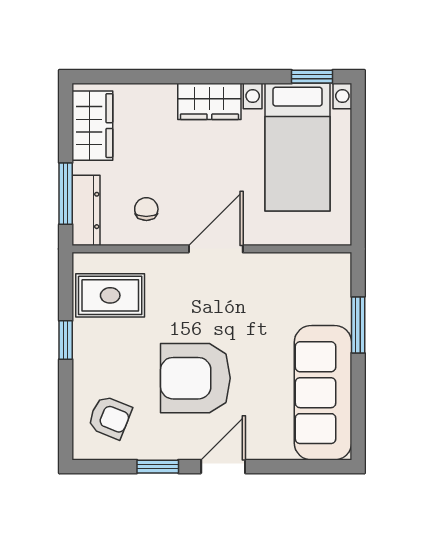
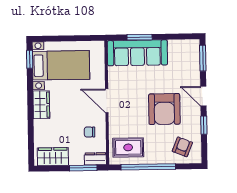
dresser: (86, 210) -> (95, 159), width x0.70
rug: (110, 295) -> (128, 147), turned 90
window: (66, 340) -> (148, 167), width x3.17
sofa: (323, 393) -> (137, 53), moved
window: (309, 467) -> (203, 58), added

